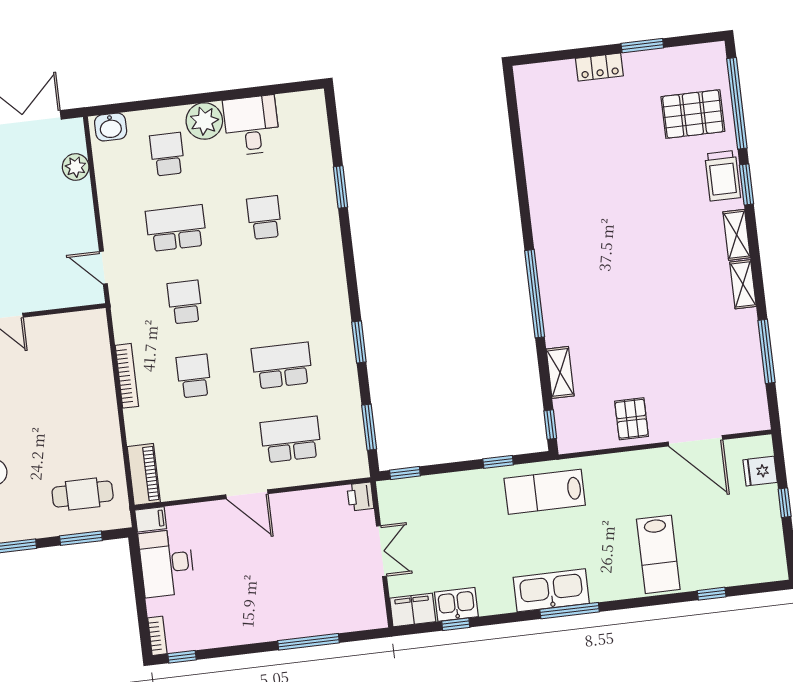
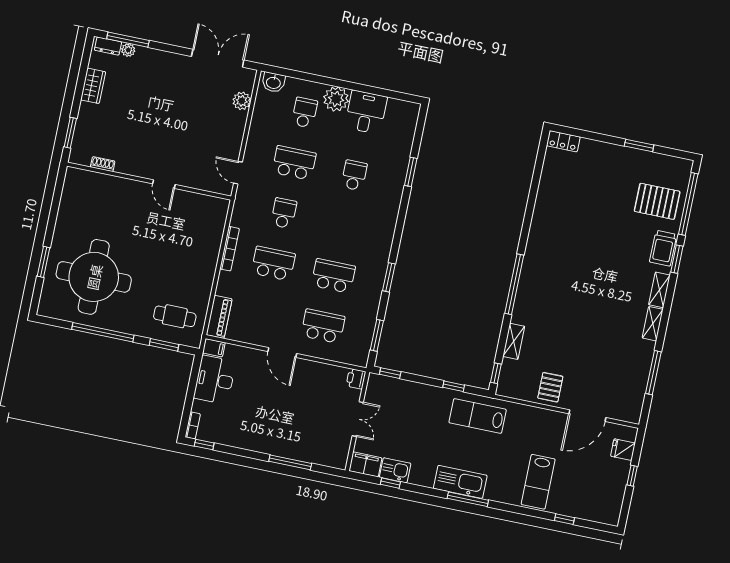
locker: (599, 67) -> (563, 141), moved
school desk: (194, 376) -> (273, 263), width x1.85
door: (695, 441) -> (587, 416), hinge flipped

